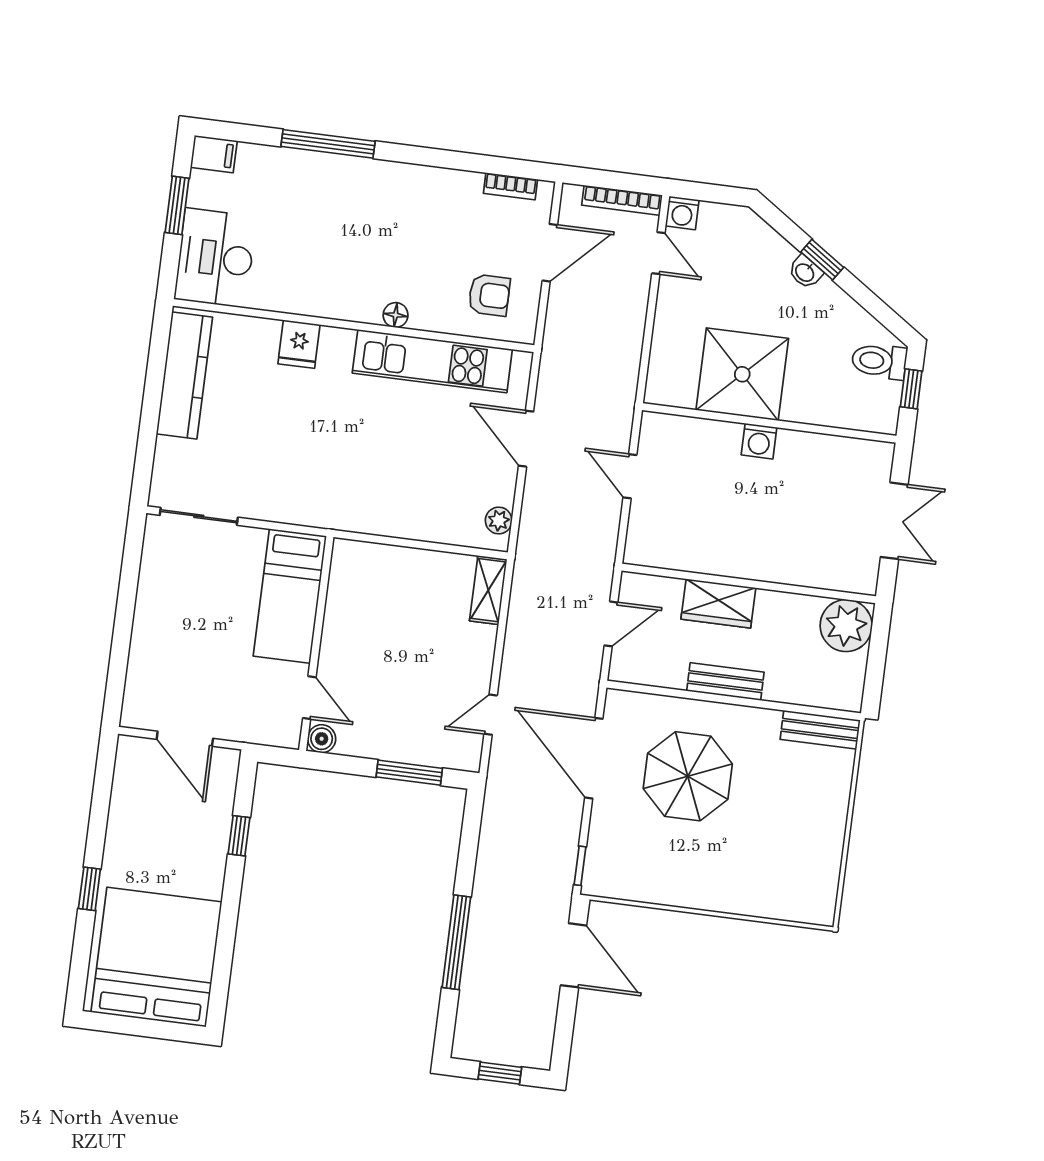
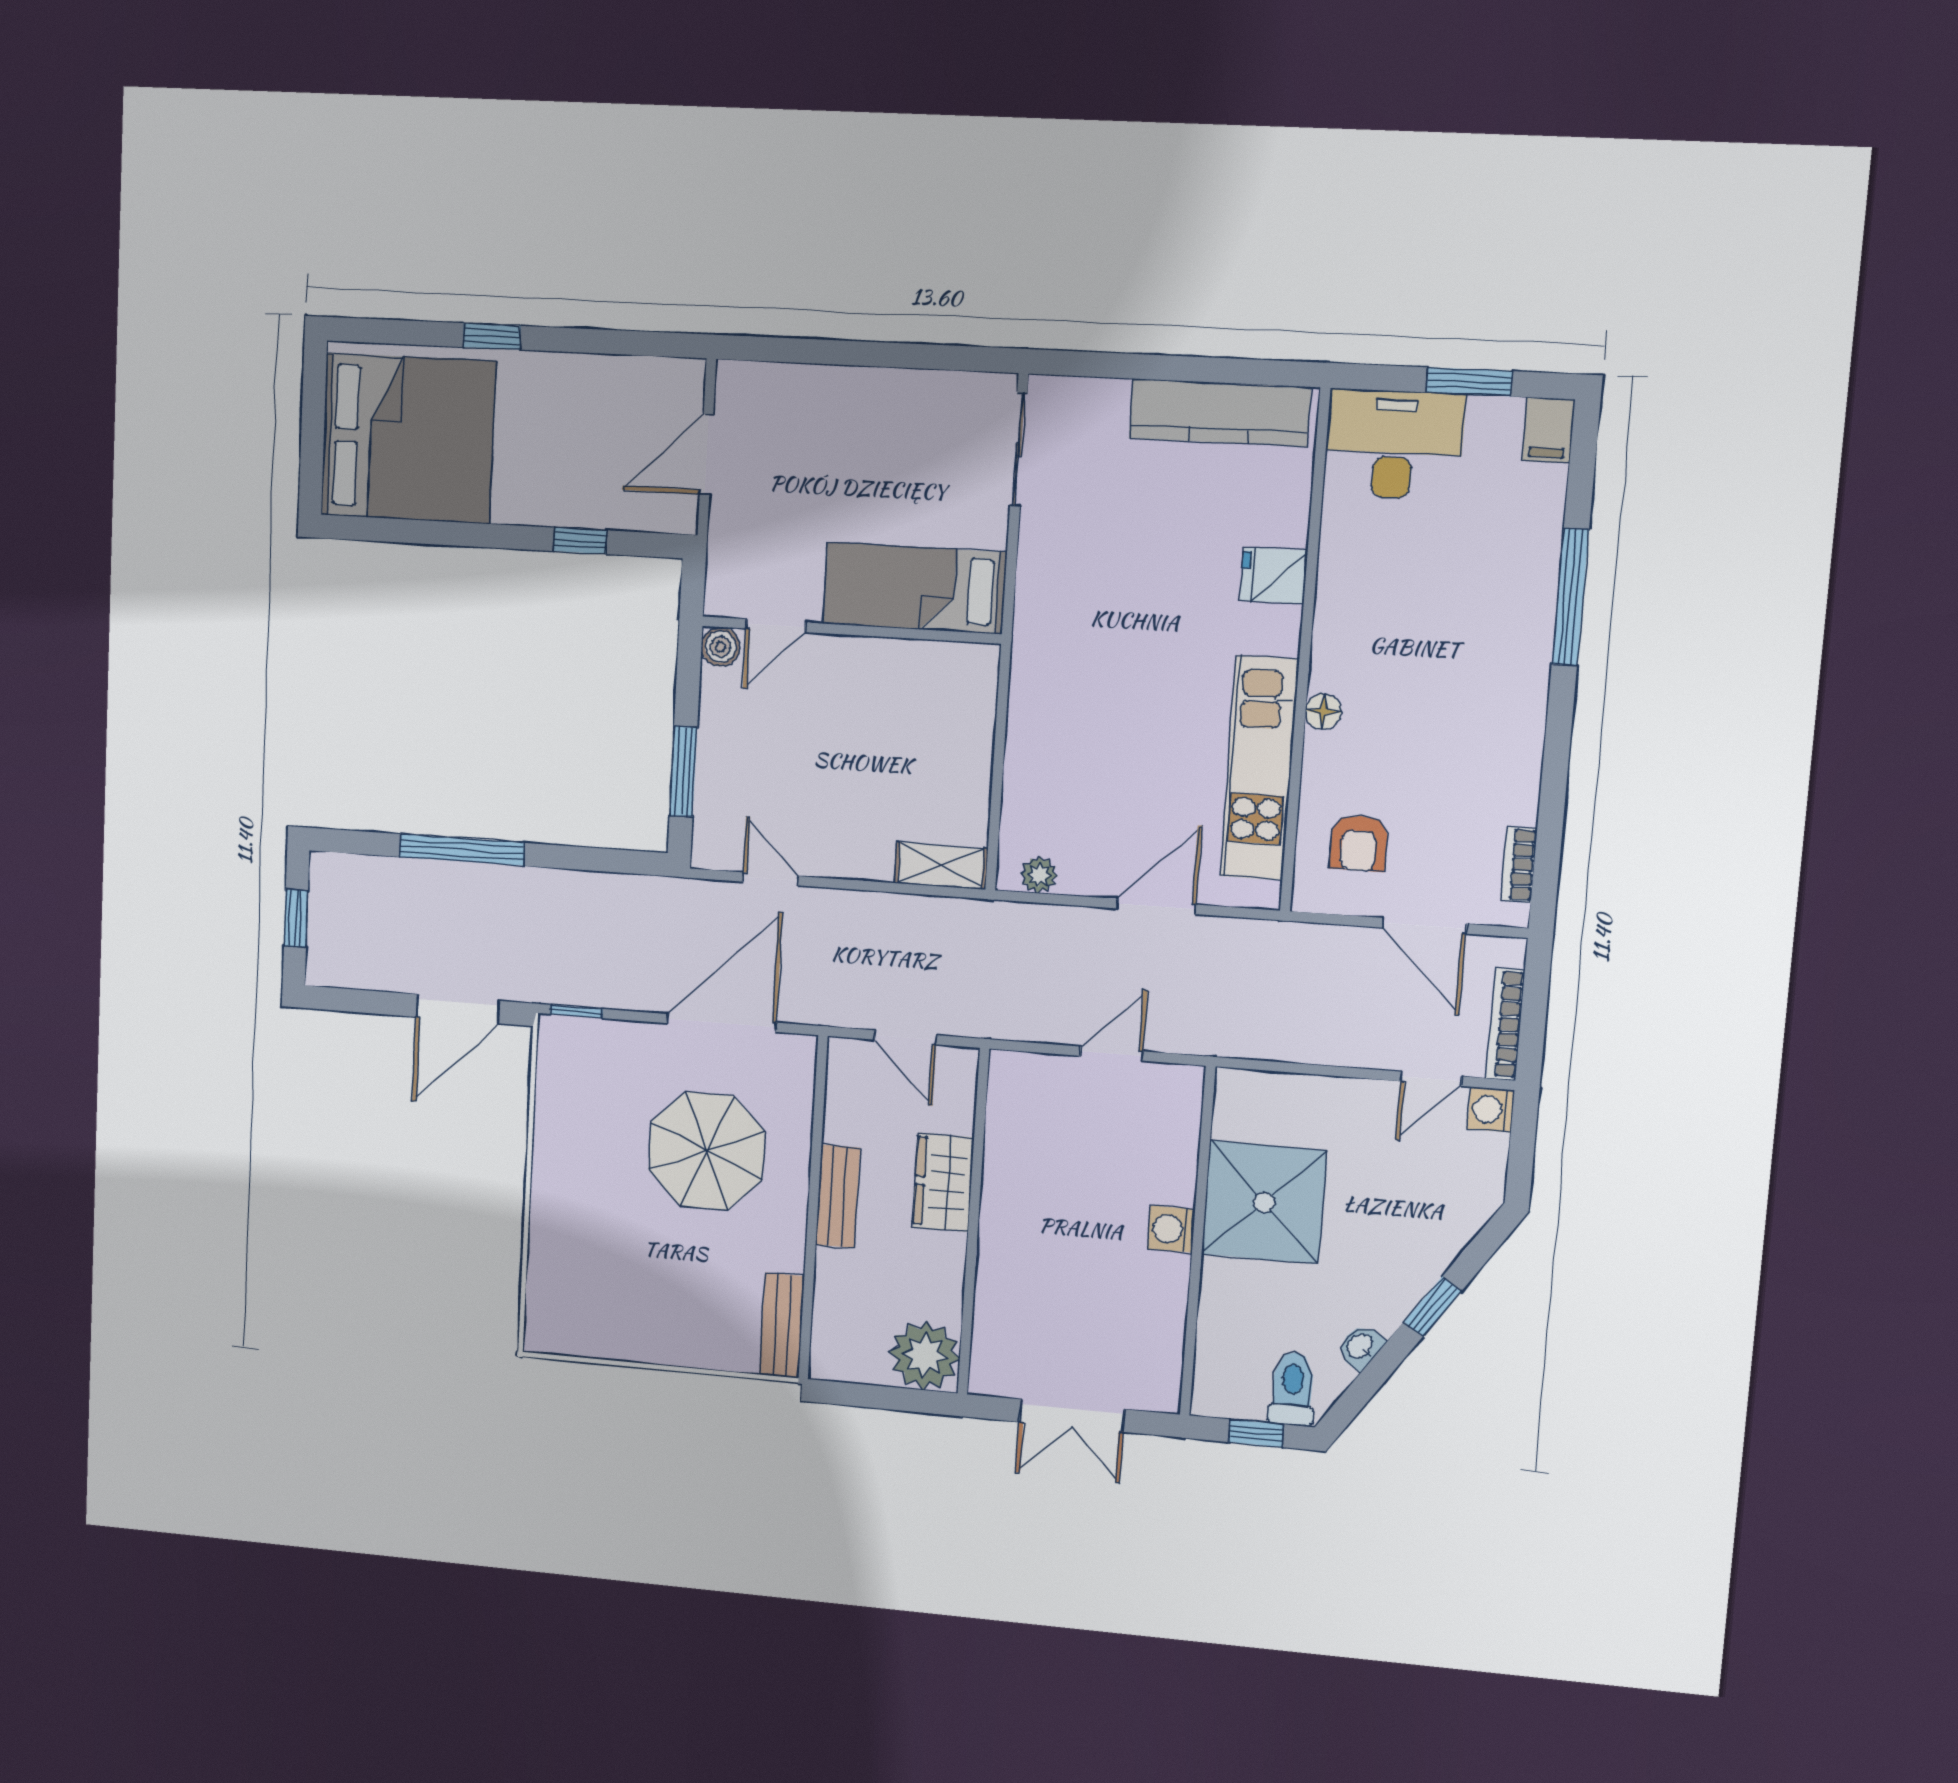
washbasin: (805, 272) -> (1360, 1347), moved

